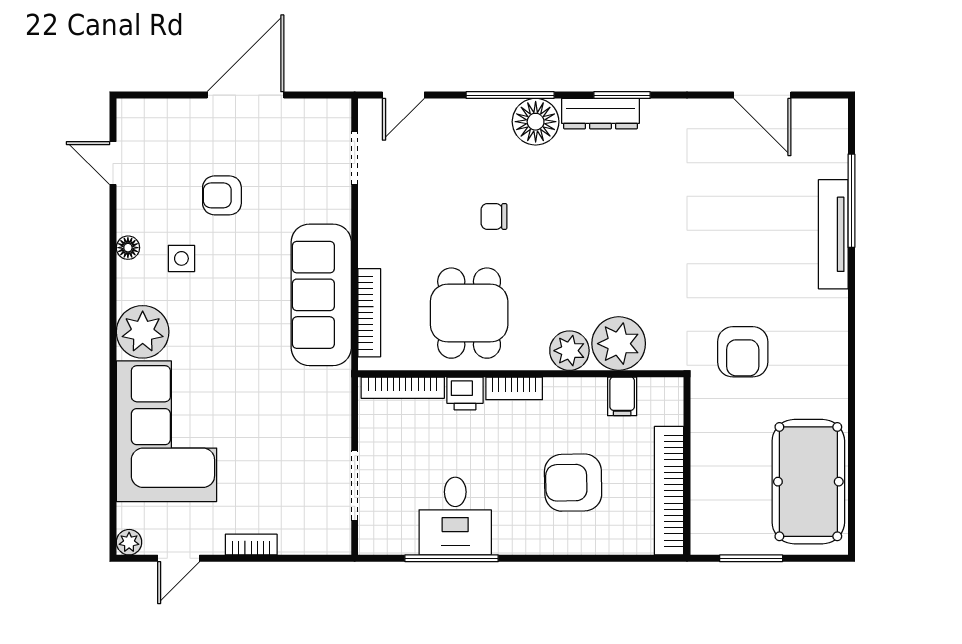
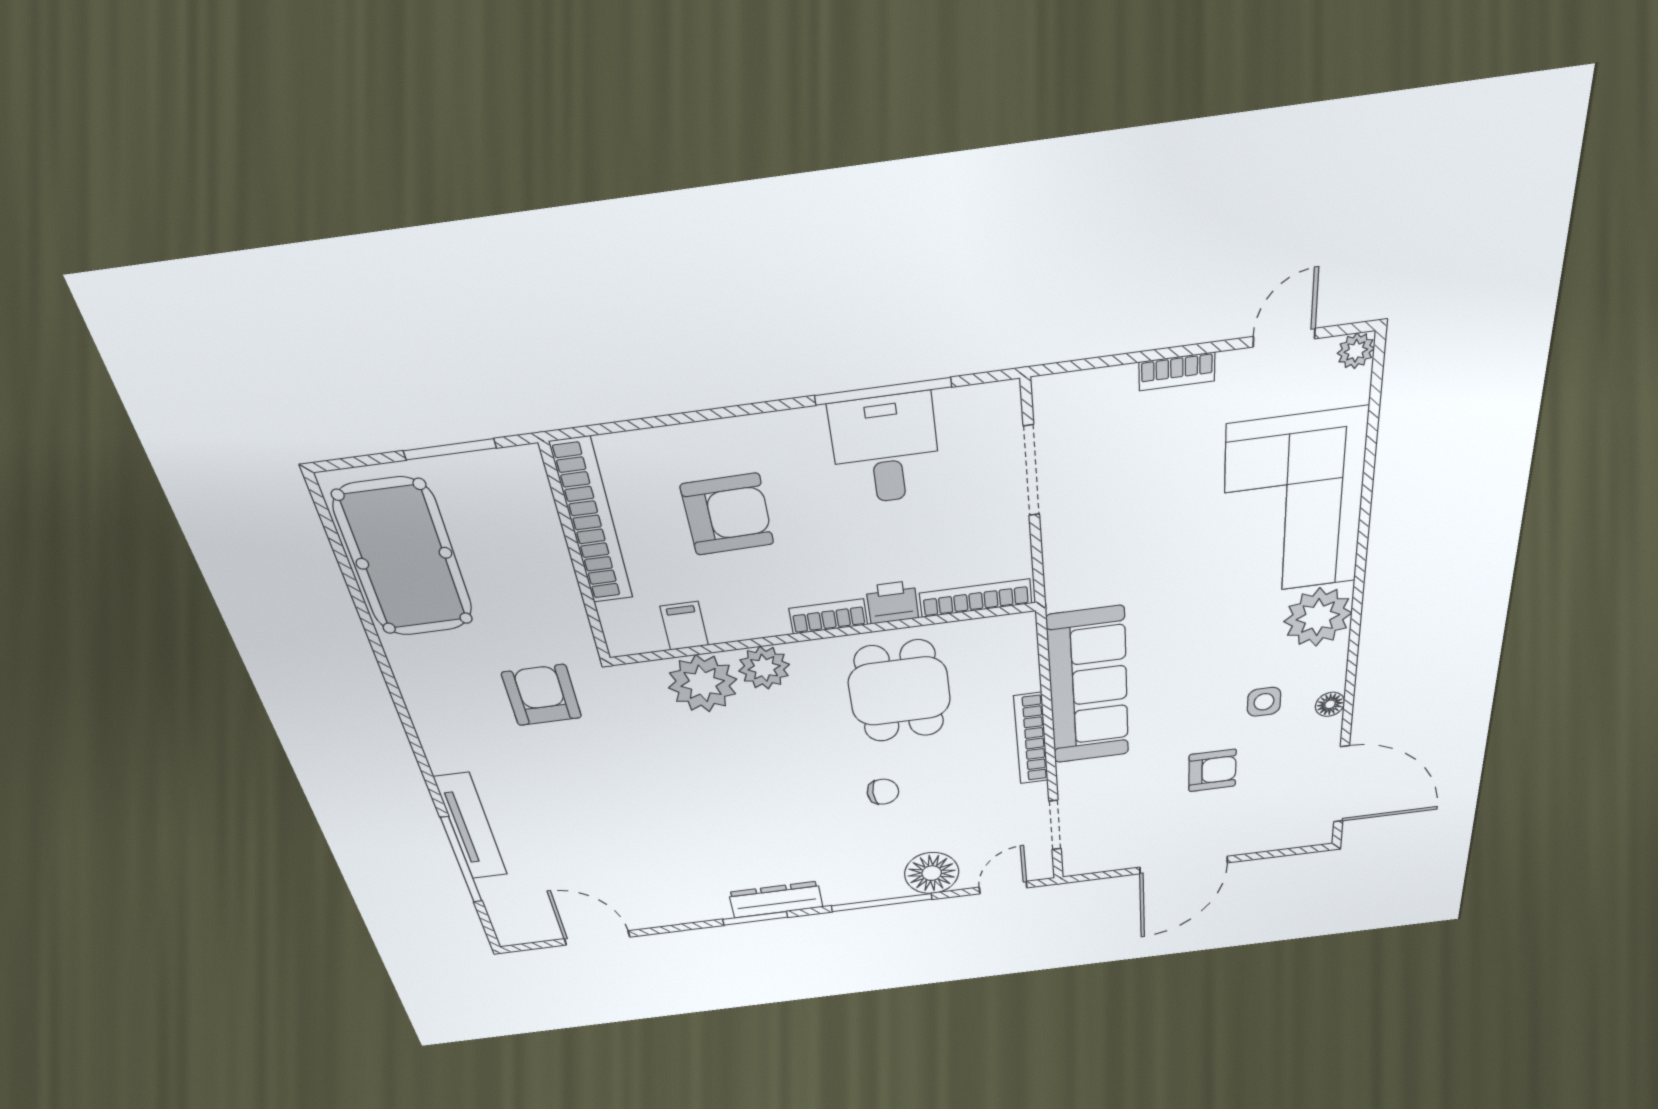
floor lamp: (536, 122) -> (932, 873), moved
door: (113, 163) -> (1342, 784), width x1.88
bookcase: (369, 313) -> (1031, 739), moved

